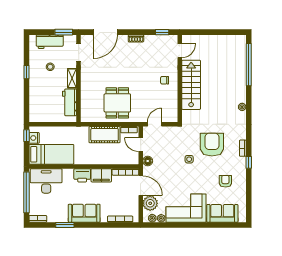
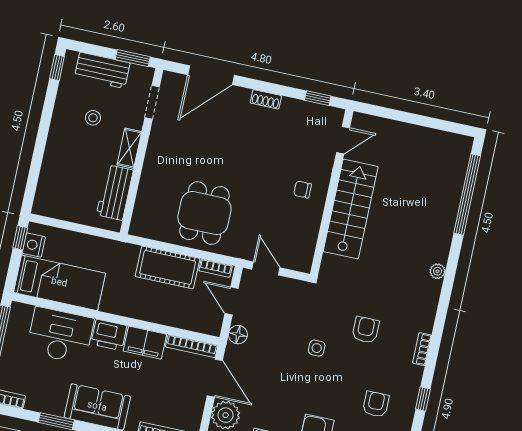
window: (26, 72) -> (57, 68), moved
door: (155, 124) -> (266, 268), hinge flipped
armchair: (212, 145) -> (366, 330), width x0.53, depth x0.53
window: (249, 162) -> (423, 399), moved
desk: (46, 181) -> (60, 335), moved

